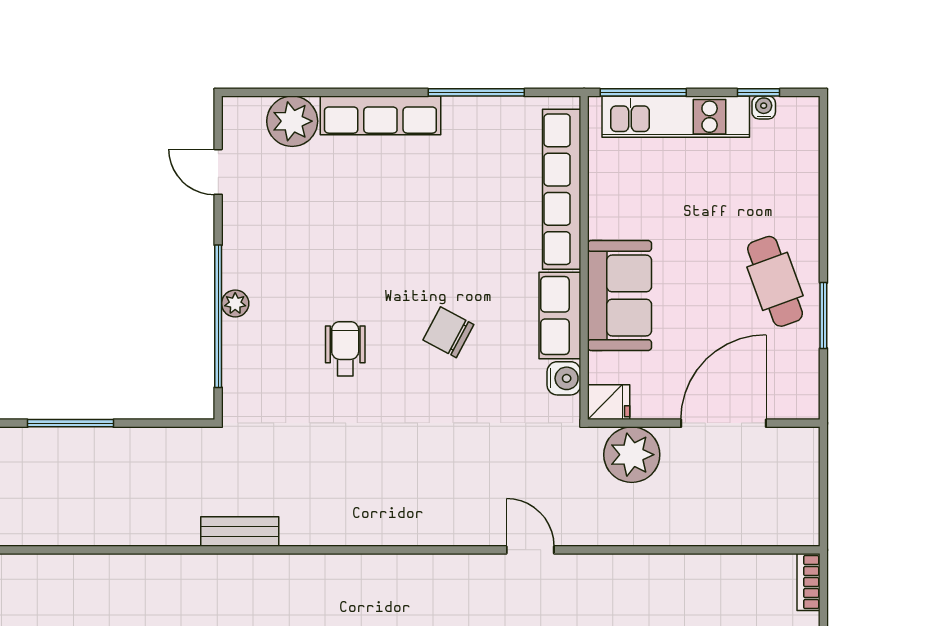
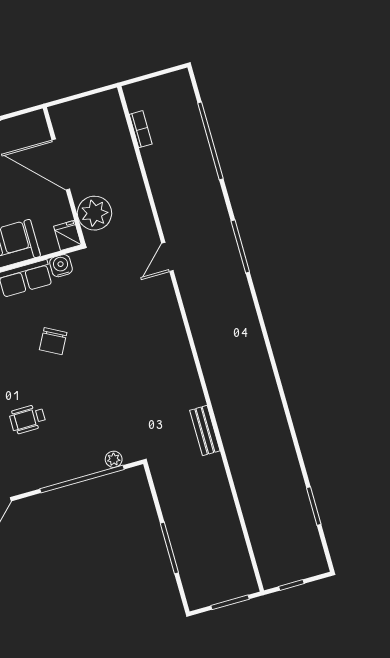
plant: (235, 303) -> (114, 459), moved
wheelchair: (345, 349) -> (28, 419), moved
bookcase: (808, 582) -> (141, 129), moved, turned -90

